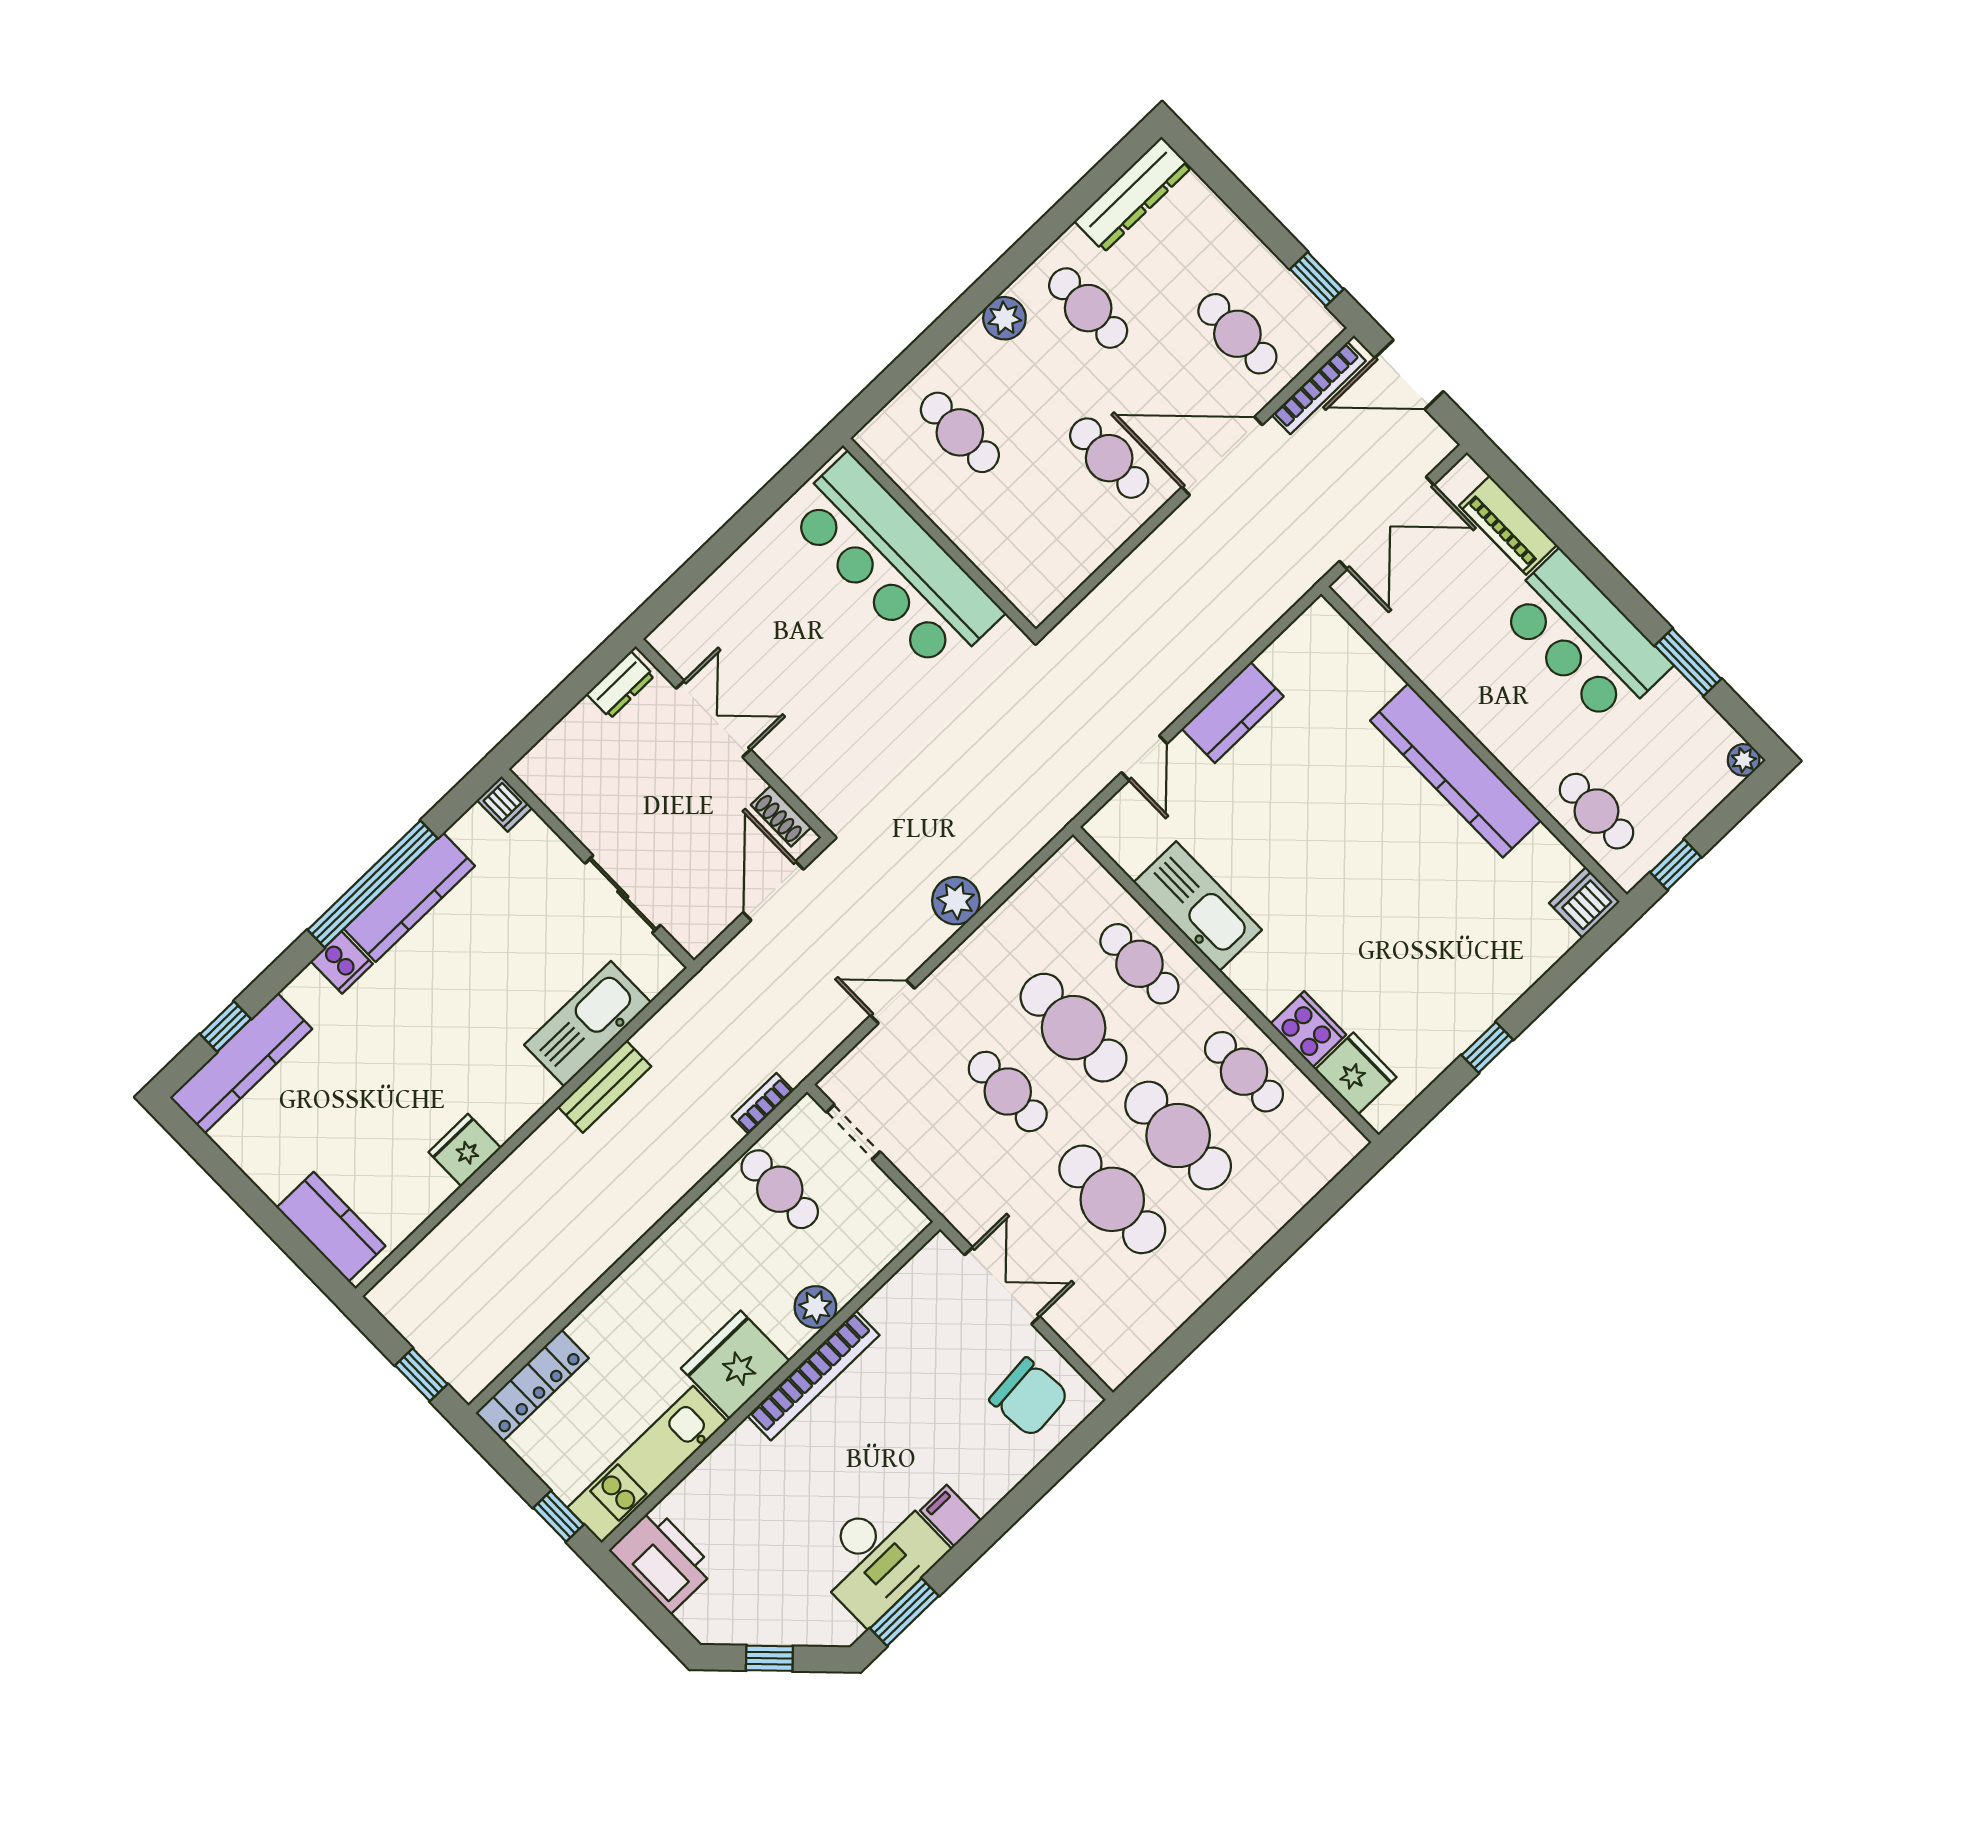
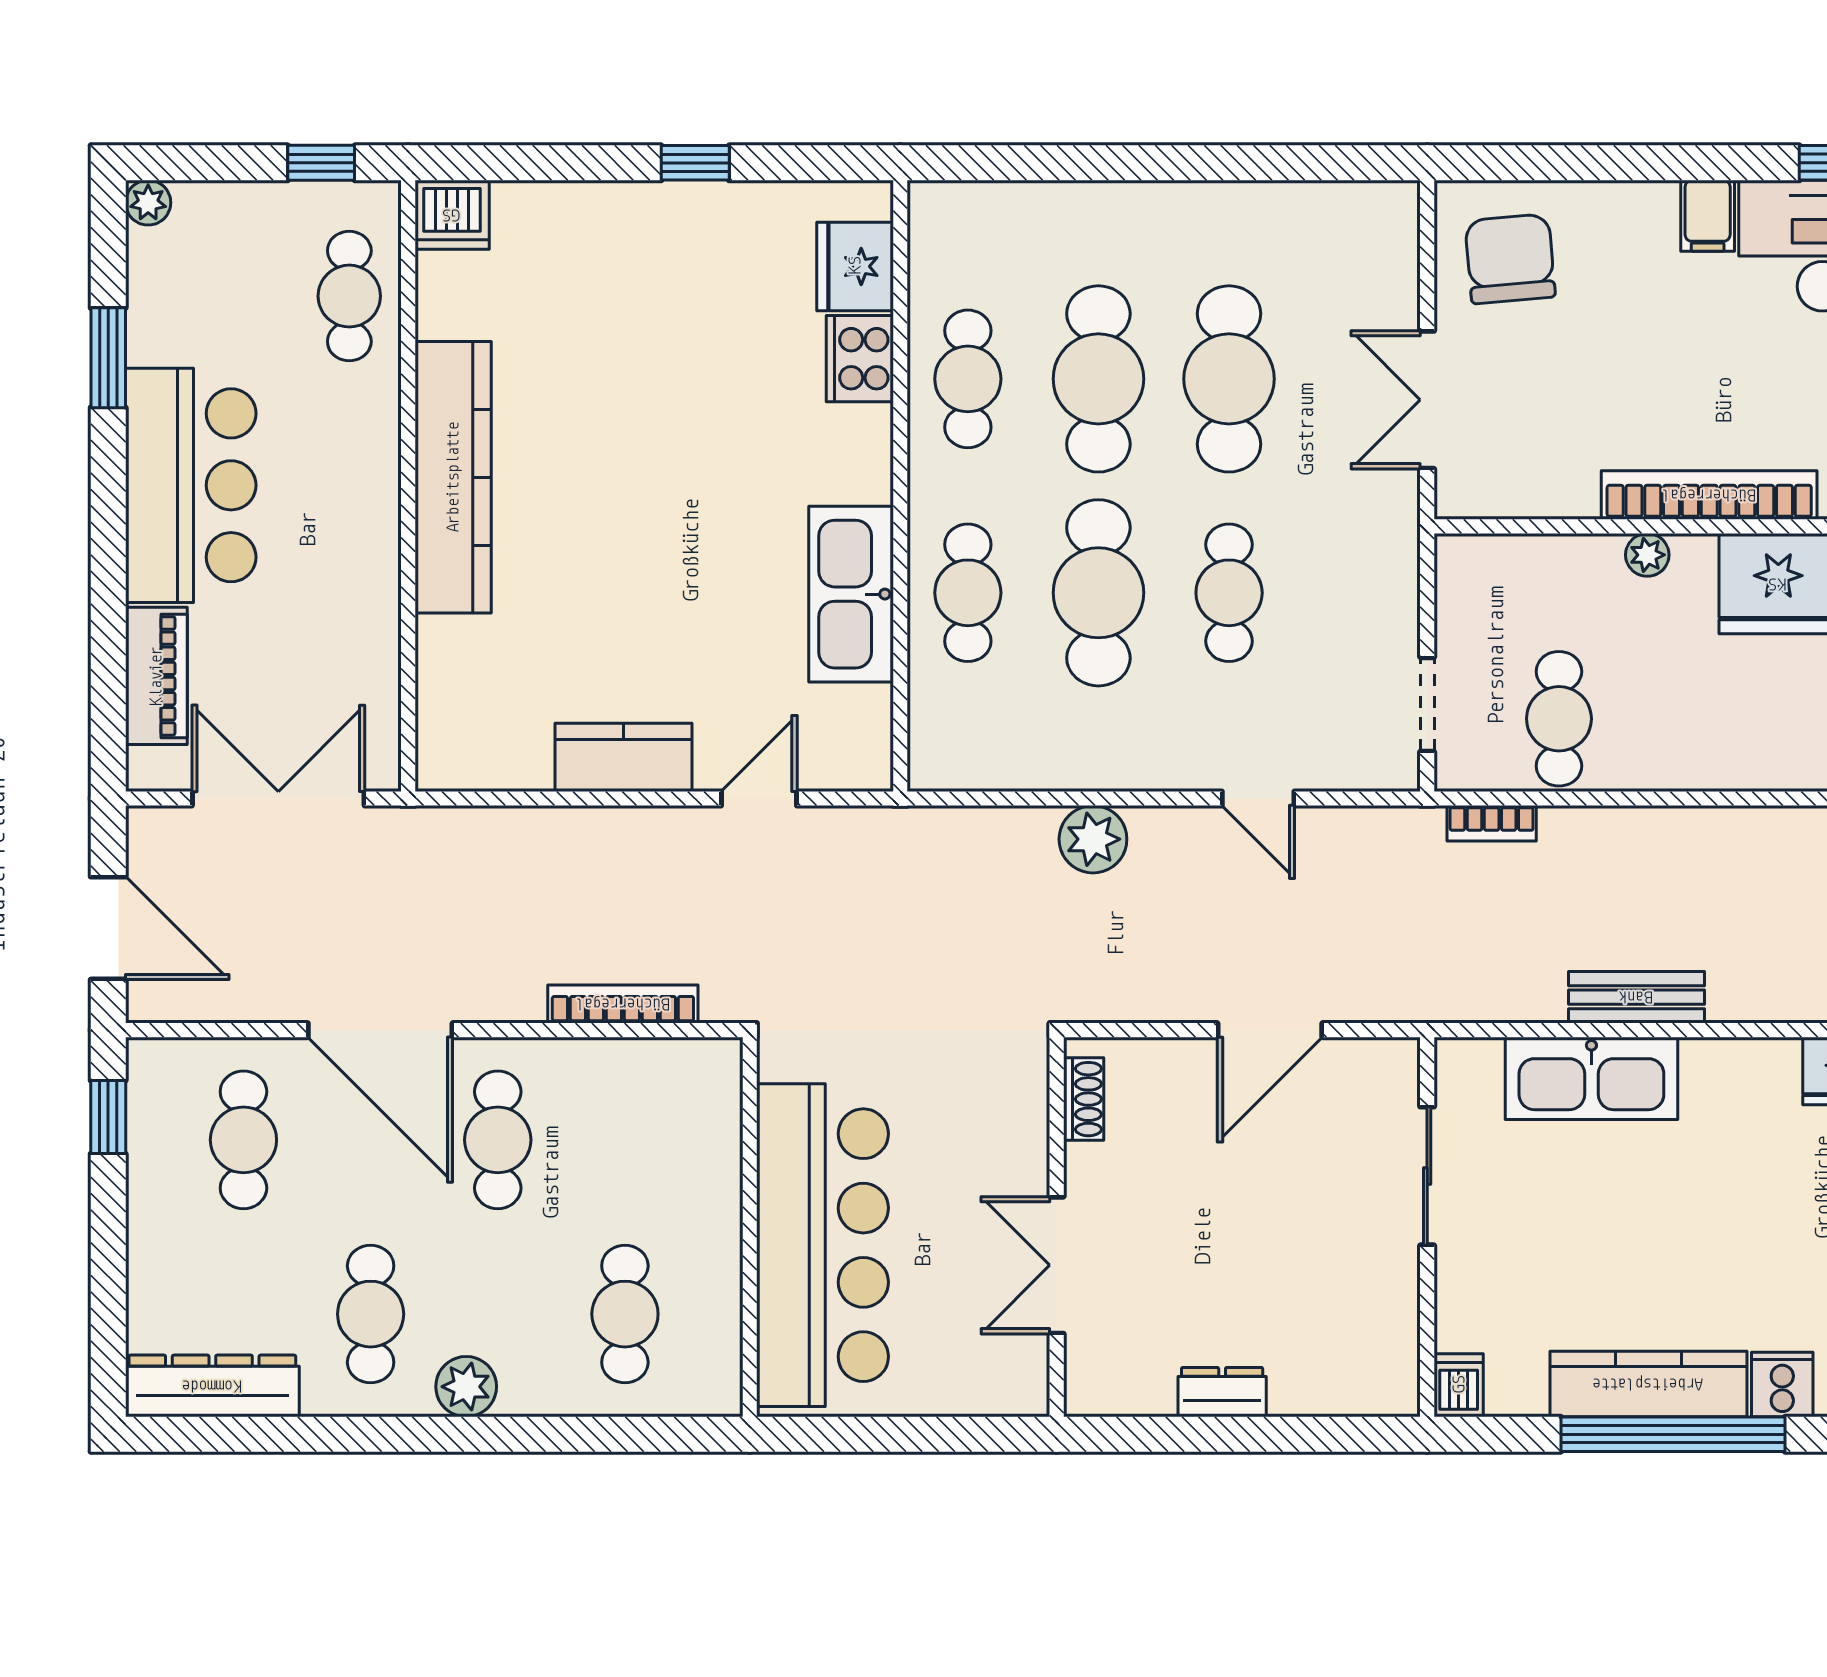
bookcase: (1319, 388) -> (623, 1004), moved
double door: (713, 719) -> (1057, 1265), moved
wall: (732, 738) -> (1057, 1227), moved
shoe rack: (781, 816) -> (1084, 1099), moved
plant: (815, 1307) -> (1647, 555), width x0.73, depth x0.73

